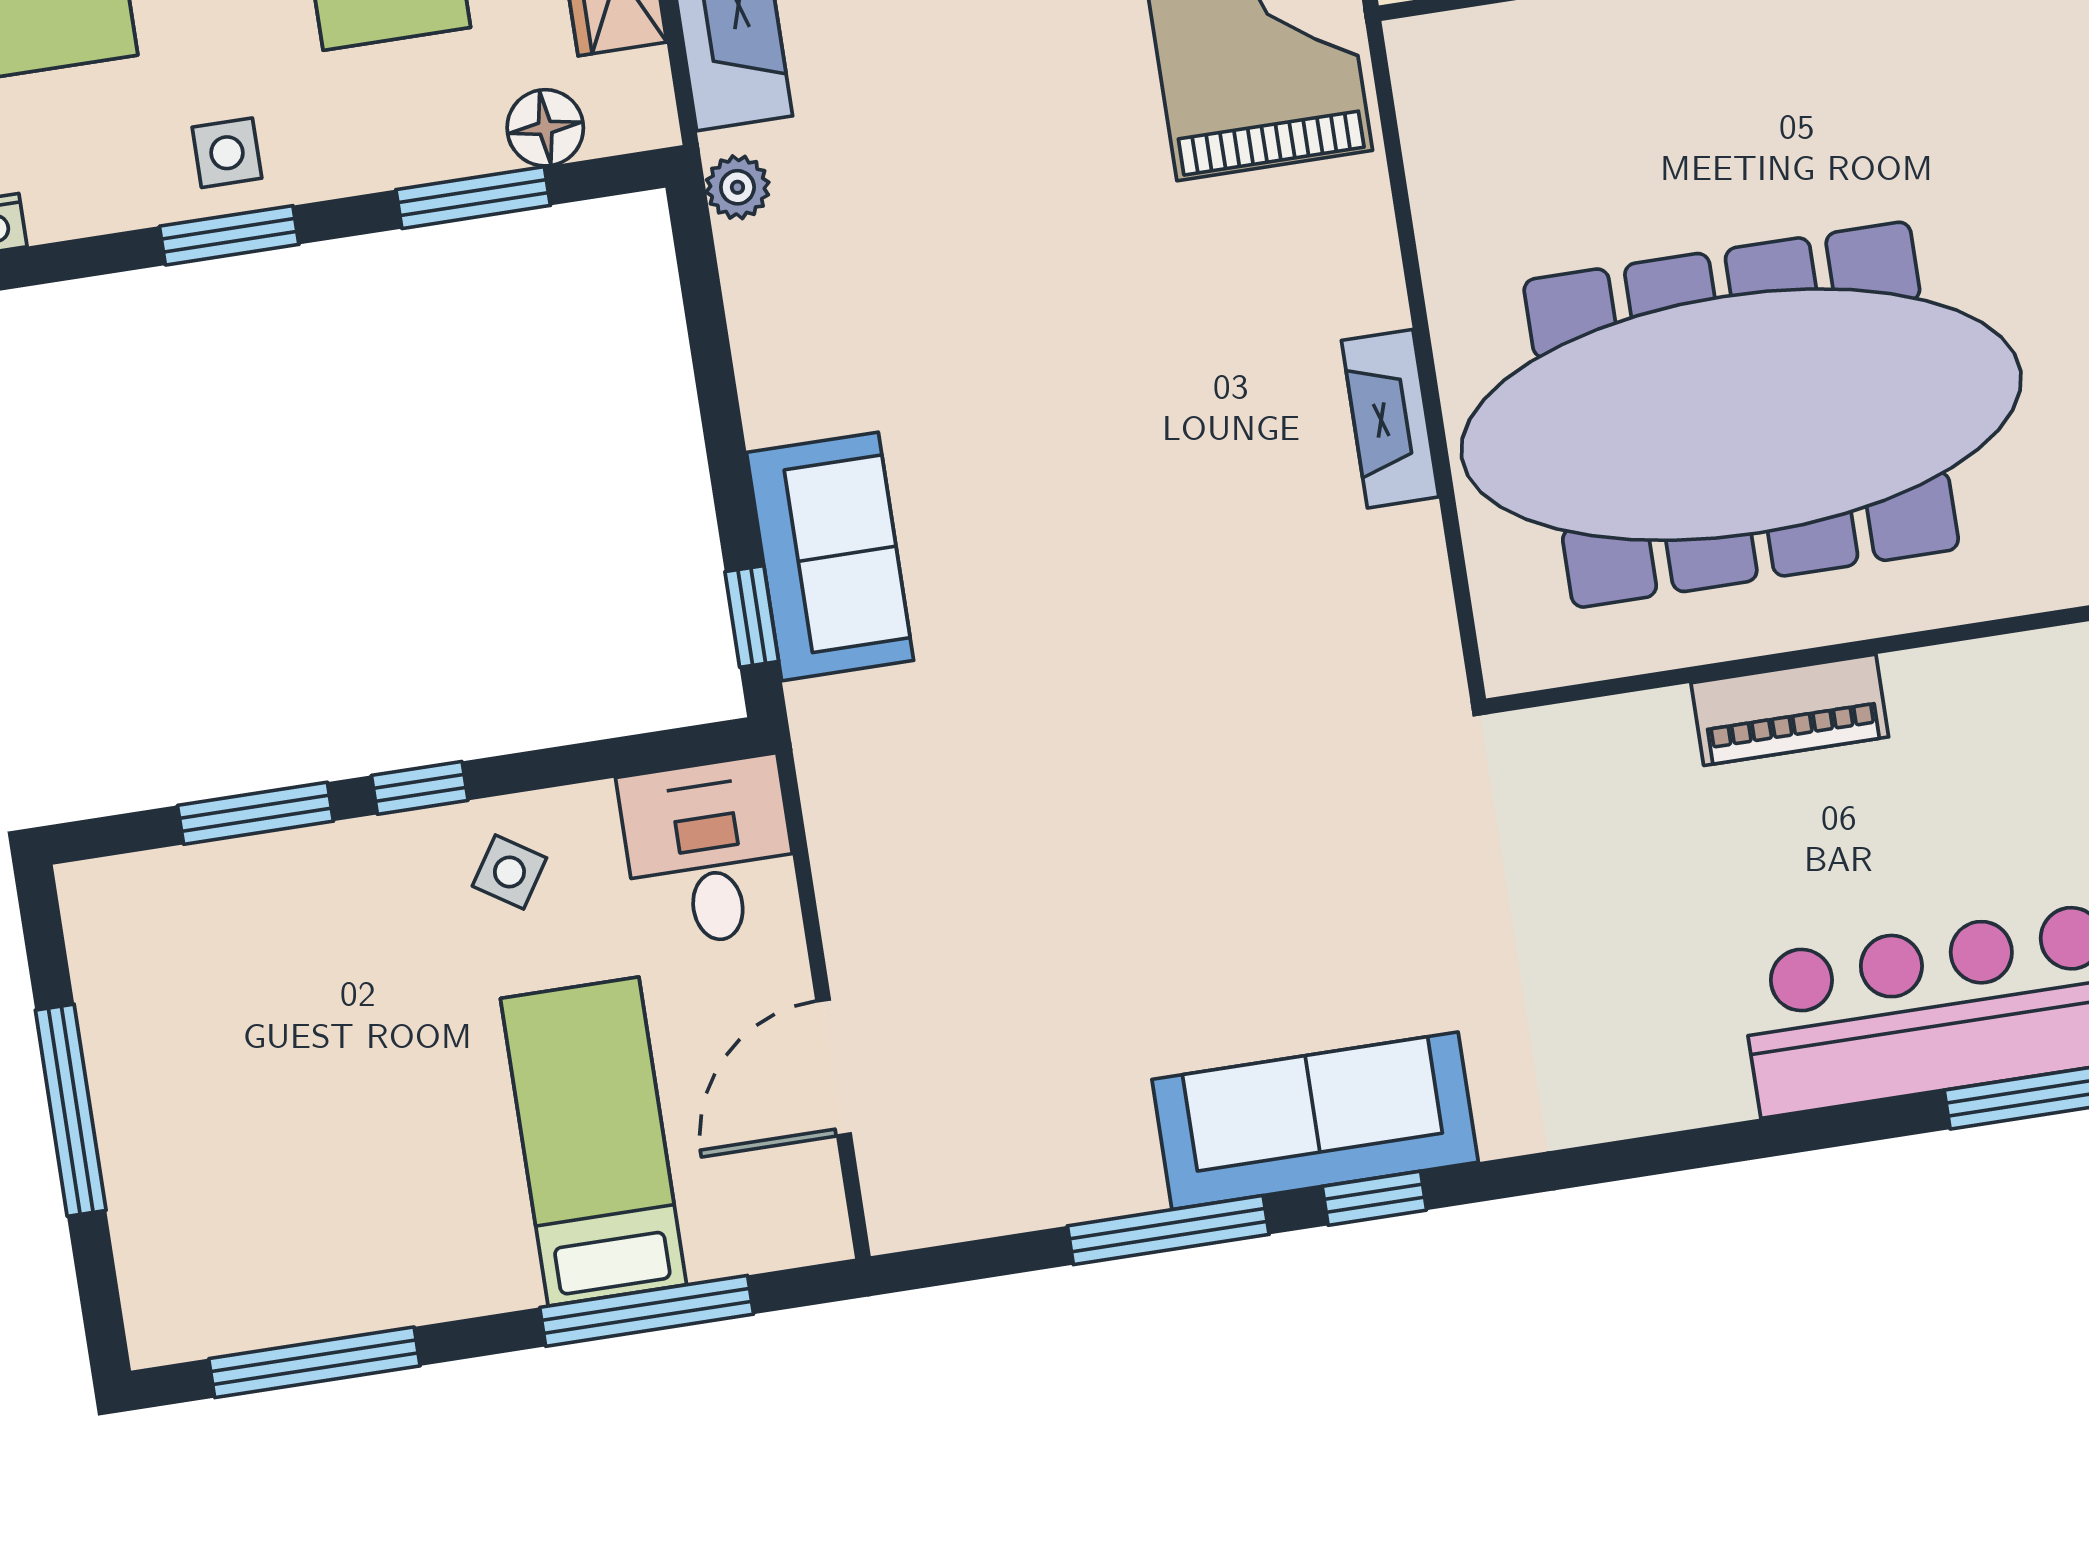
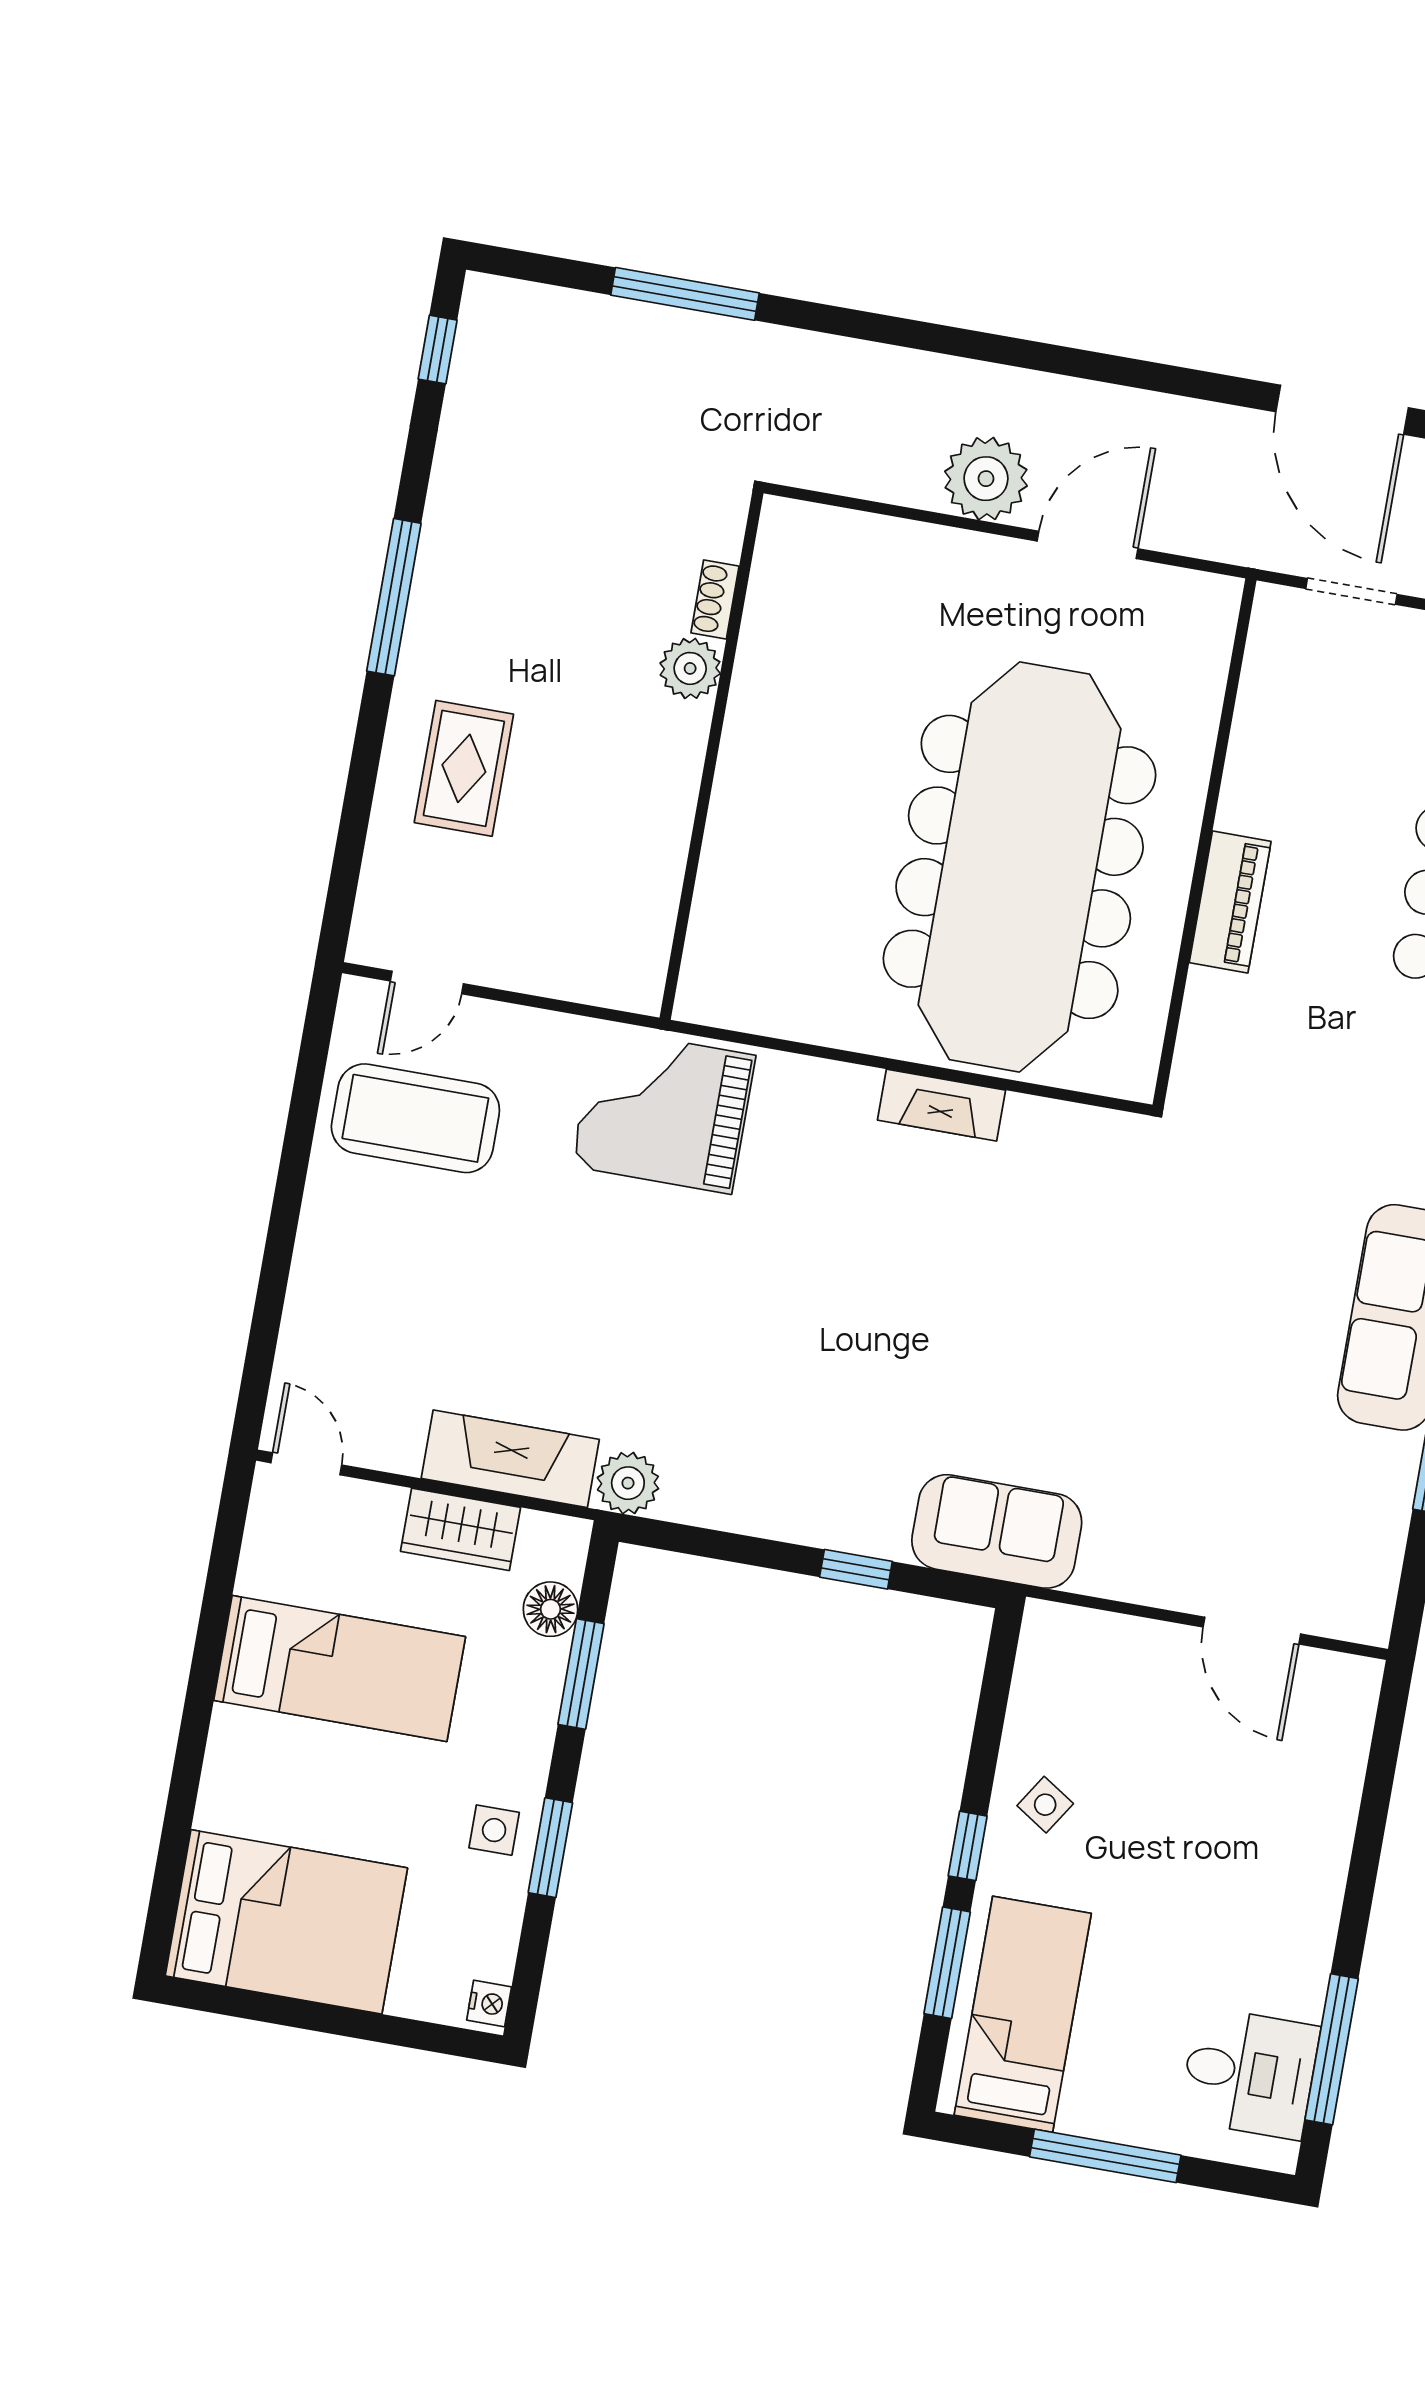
plant: (737, 187) -> (628, 1483), width x1.38, depth x1.38
sofa: (830, 556) -> (997, 1531), moved
window: (752, 616) -> (856, 1569), moved
desk: (710, 852) -> (1249, 2073), moved, turned 180
bed: (594, 1142) -> (1023, 2014), moved, turned 90
window: (647, 1311) -> (1373, 1813), removed

